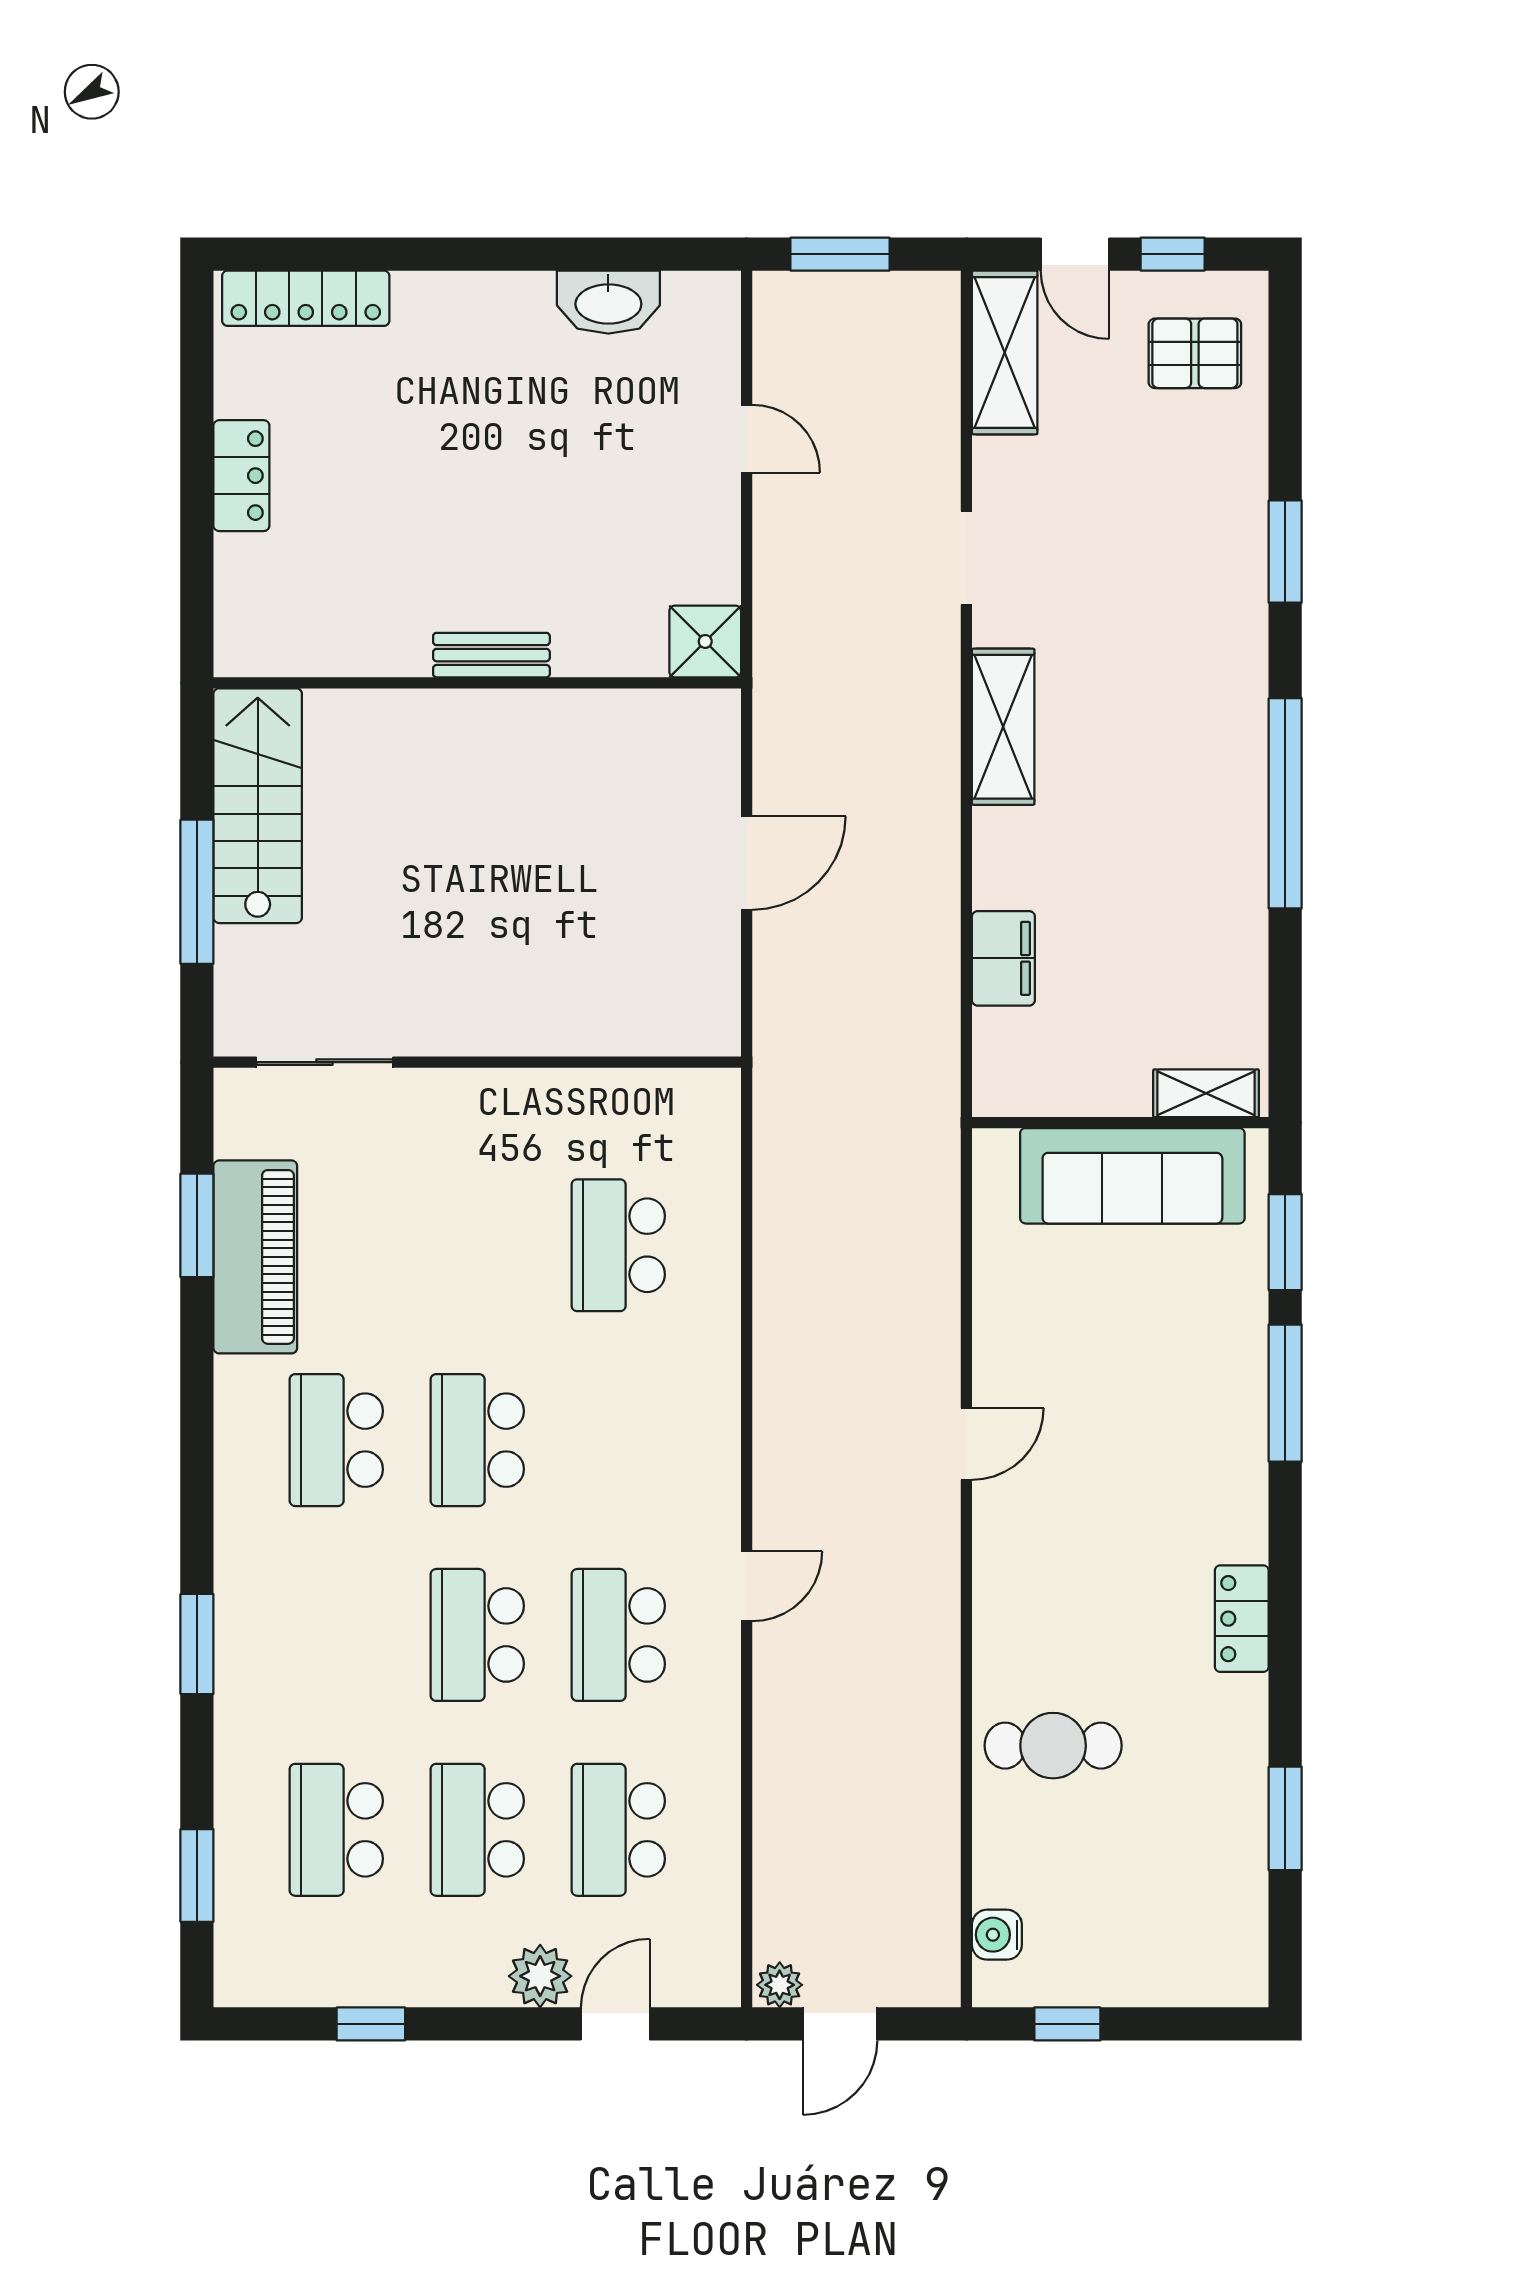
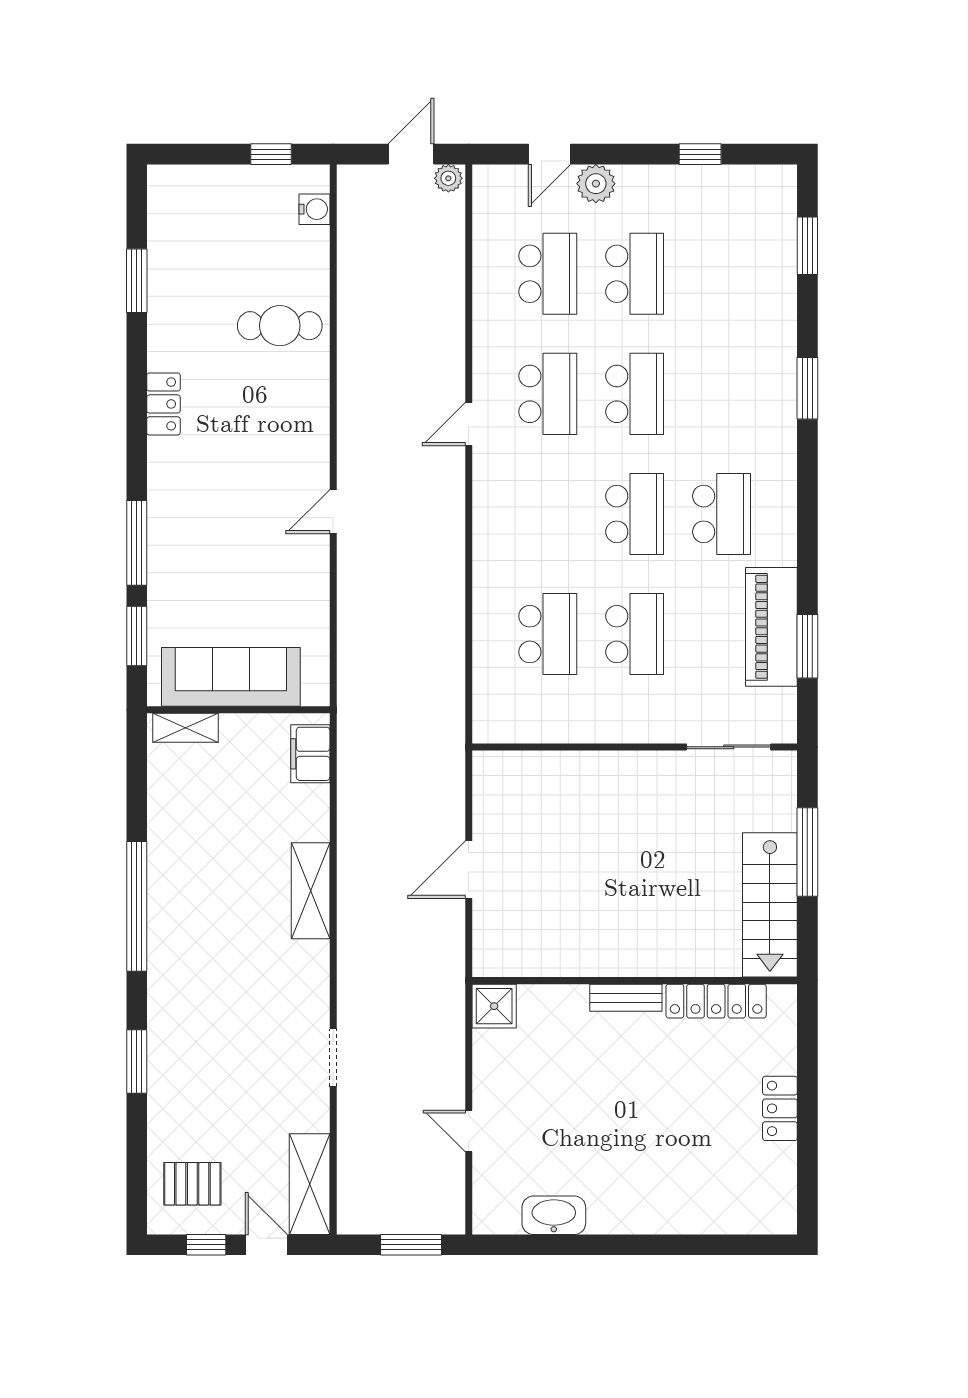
locker: (306, 298) -> (716, 1001), moved, turned 180
shelving: (1003, 727) -> (311, 891), moved
filing cabinet: (1003, 958) -> (310, 754), moved
school desk: (336, 1830) -> (635, 634), moved

